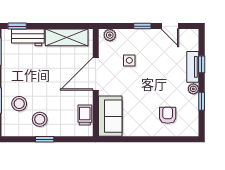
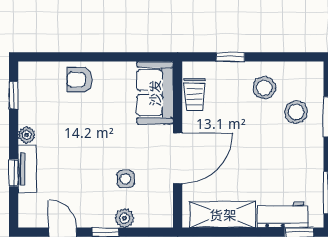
plant: (110, 35) -> (125, 218), moved
window: (202, 101) -> (14, 95), moved
armchair: (168, 115) -> (80, 80), moved, turned 90
window: (45, 139) -> (231, 57), moved

